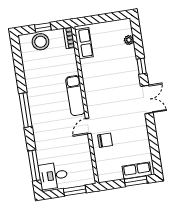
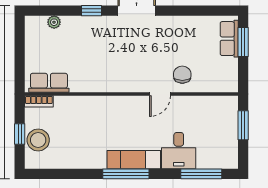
exam couch: (75, 96) -> (134, 160), moved, turned 180
door: (88, 126) -> (160, 94), hinge flipped
desk: (53, 176) -> (179, 151), moved

